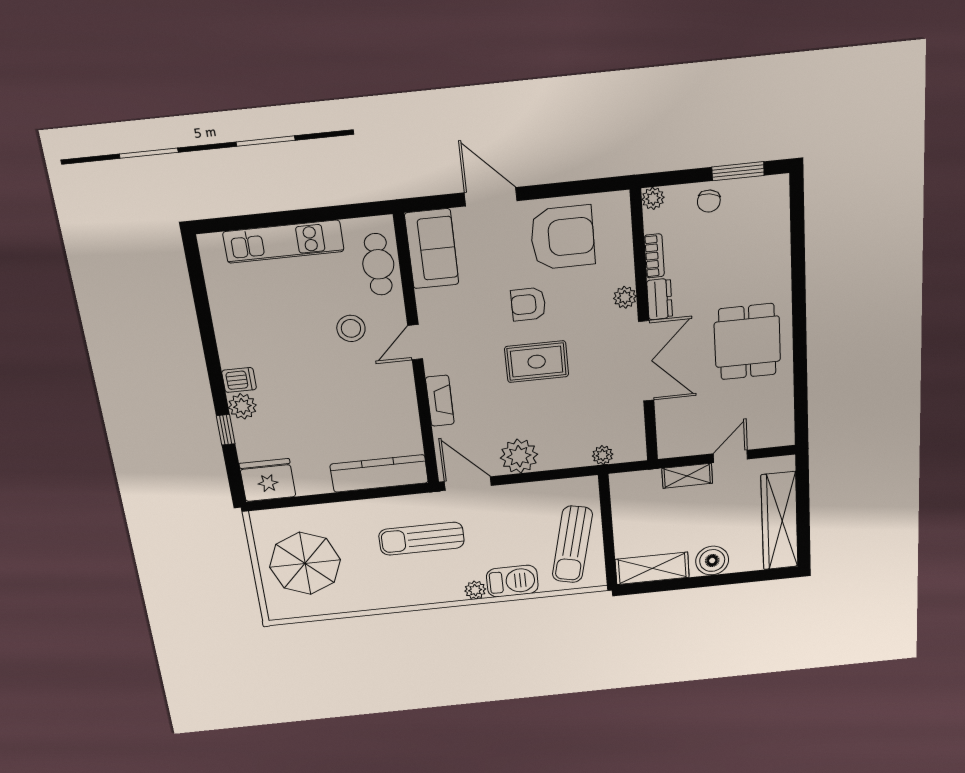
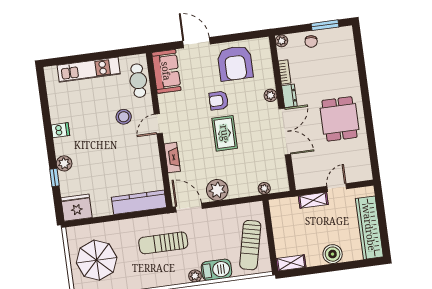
armchair: (563, 237) -> (235, 63), turned 90
rug: (537, 362) -> (225, 133), turned 90
dishwasher: (239, 380) -> (60, 130), moved
shelving: (652, 568) -> (291, 263), width x0.67, depth x0.75

